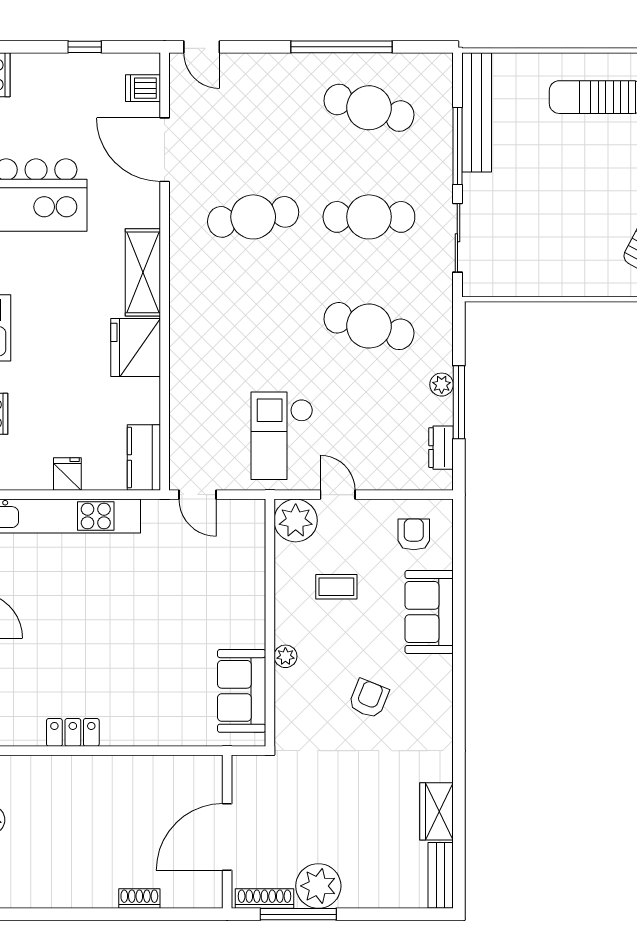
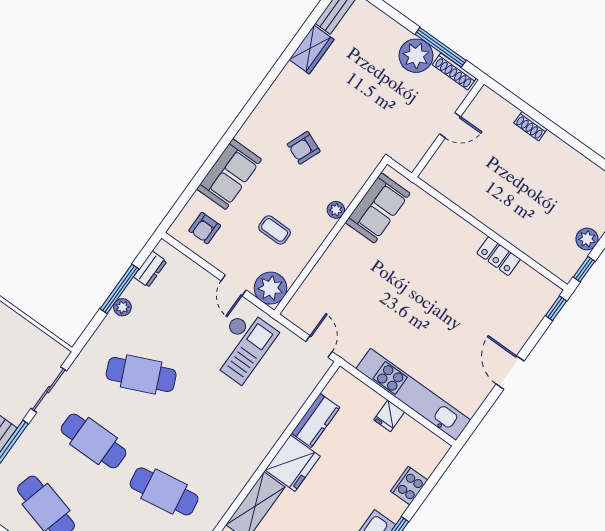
cafe table: (369, 326) -> (141, 374), turned -39
kitchen counter: (144, 458) -> (316, 420), moved
door: (227, 837) -> (450, 125), width x0.53

